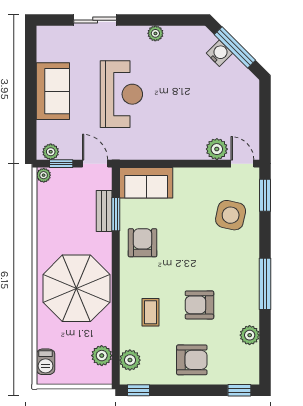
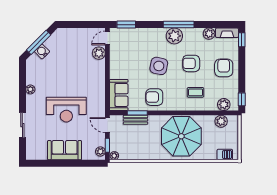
reception desk: (121, 94) -> (66, 110), turned 180
door: (95, 164) -> (107, 125), hinge flipped
side table: (231, 215) -> (159, 66), moved
plant: (246, 277) -> (174, 36), added
armchair: (199, 305) -> (191, 63), turned 90
fireplace: (251, 366) -> (227, 33), added

